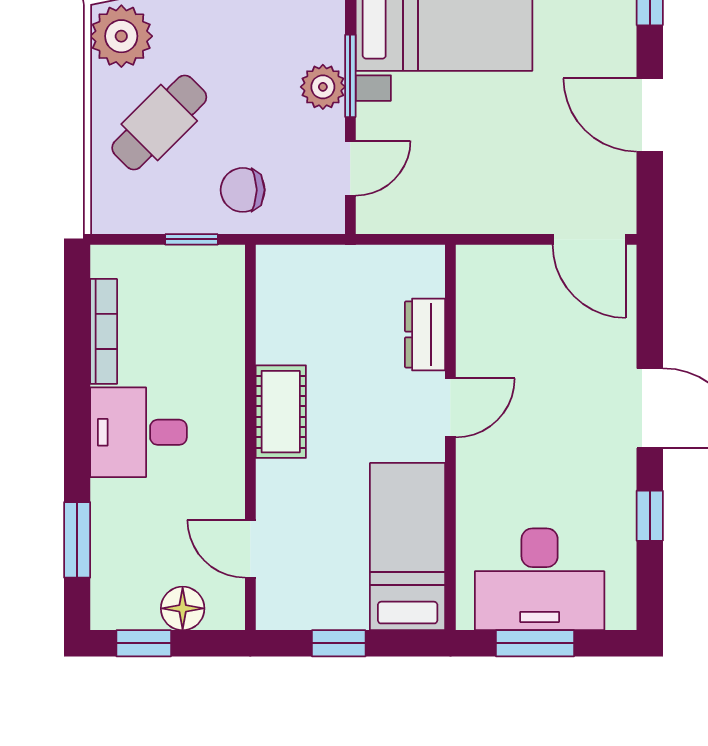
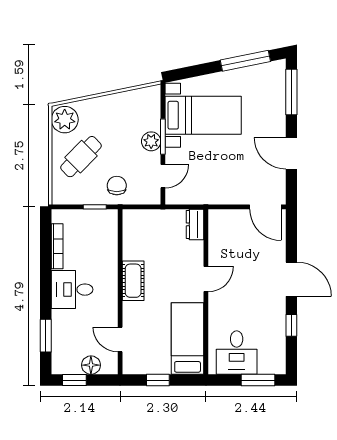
chair: (243, 190) -> (117, 186), turned 90
dresser: (425, 334) -> (195, 224), moved
desk: (540, 579) -> (237, 353), width x0.73
window: (535, 643) -> (258, 380), moved

